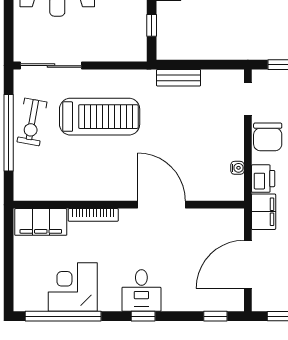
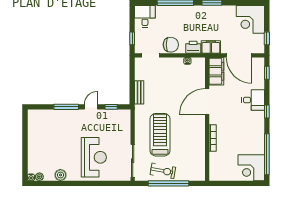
filing cabinet: (41, 222) -> (216, 71), moved
corner desk: (73, 287) -> (251, 168), moved
desk: (141, 290) -> (253, 100), moved

